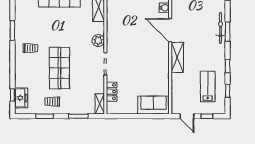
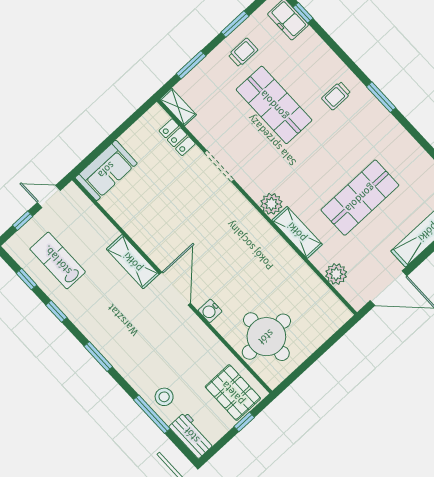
bicycle: (221, 28) -> (112, 353), removed
door: (170, 30) -> (175, 289), hinge flipped
plant: (98, 40) -> (271, 204), moved
lab bench: (208, 87) -> (58, 260), turned 180

